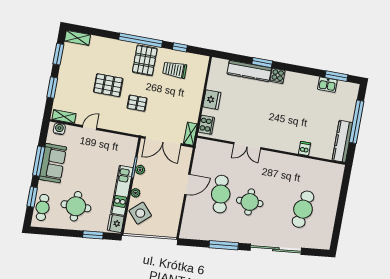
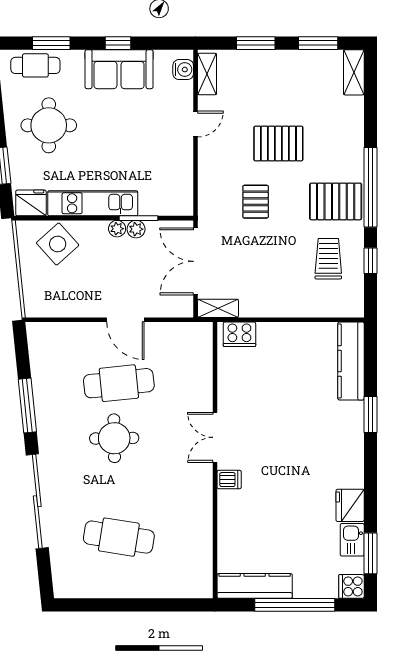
kitchen counter: (249, 71) -> (351, 361), moved
cooker: (278, 76) -> (351, 586), moved
pallet: (108, 85) -> (278, 144), turned 90
fridge: (212, 100) -> (350, 505), moved, turned 90
door: (90, 128) -> (195, 124), hinge flipped
double door: (247, 146) -> (215, 437), moved
dishwasher: (305, 148) -> (229, 480), moved
window: (39, 161) -> (118, 43), width x0.46
plant: (136, 193) -> (117, 229), moved

